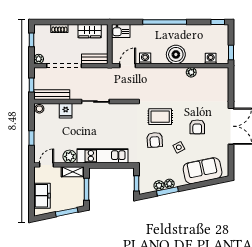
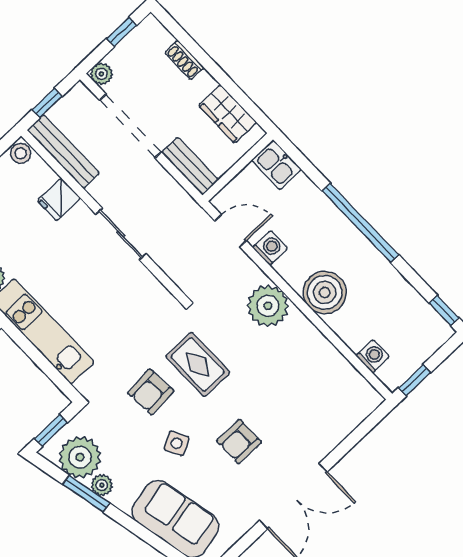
plant: (191, 72) -> (268, 306), moved, width x1.87, depth x1.87
plant: (159, 186) -> (80, 457), width x1.87, depth x1.87

